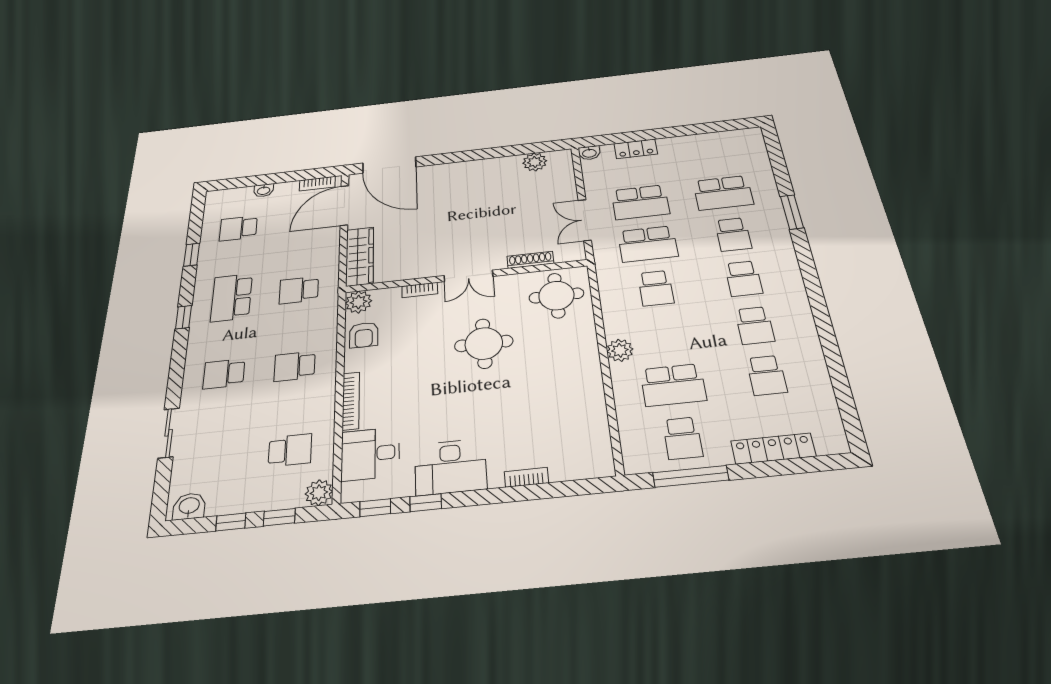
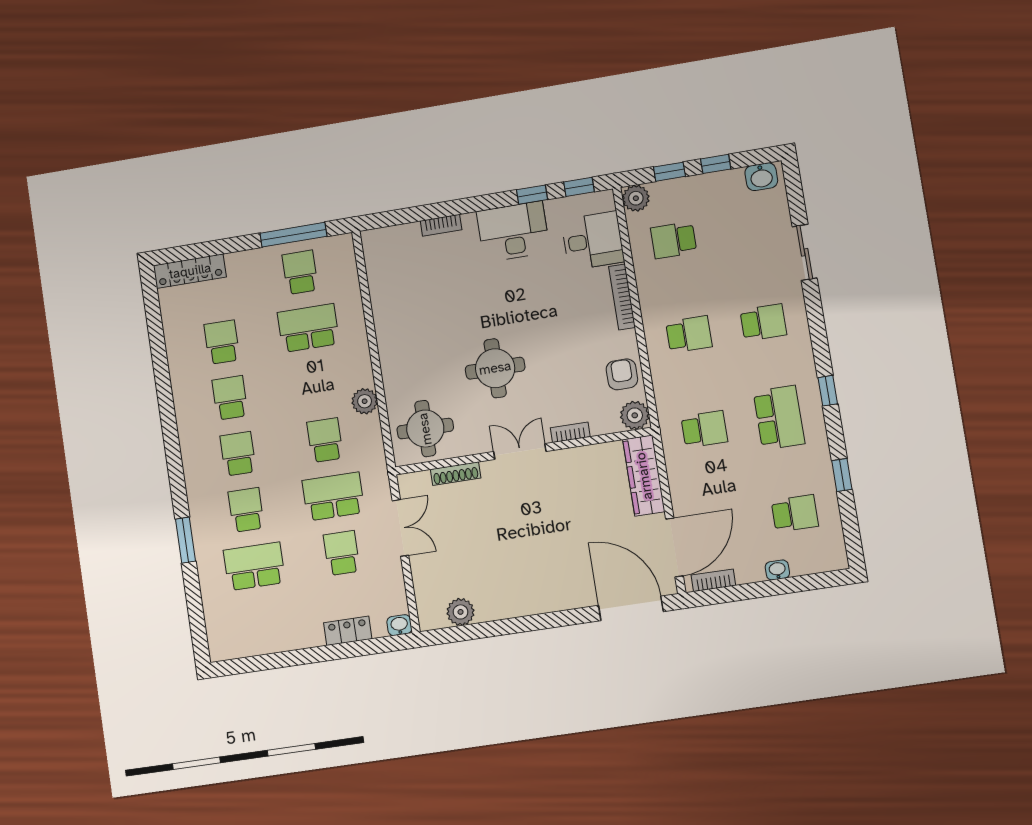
school desk: (640, 202) -> (342, 553), width x0.54
plant: (620, 350) -> (365, 401), moved
locker: (773, 449) -> (190, 271), moved

